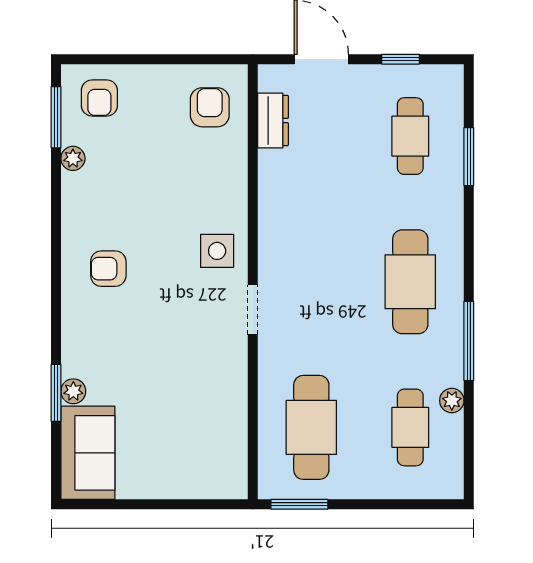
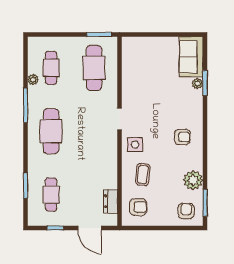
armchair: (210, 107) -> (138, 207), turned -90
plant: (73, 158) -> (193, 180), width x1.88, depth x1.88
coffee table: (199, 182) -> (143, 175), added

